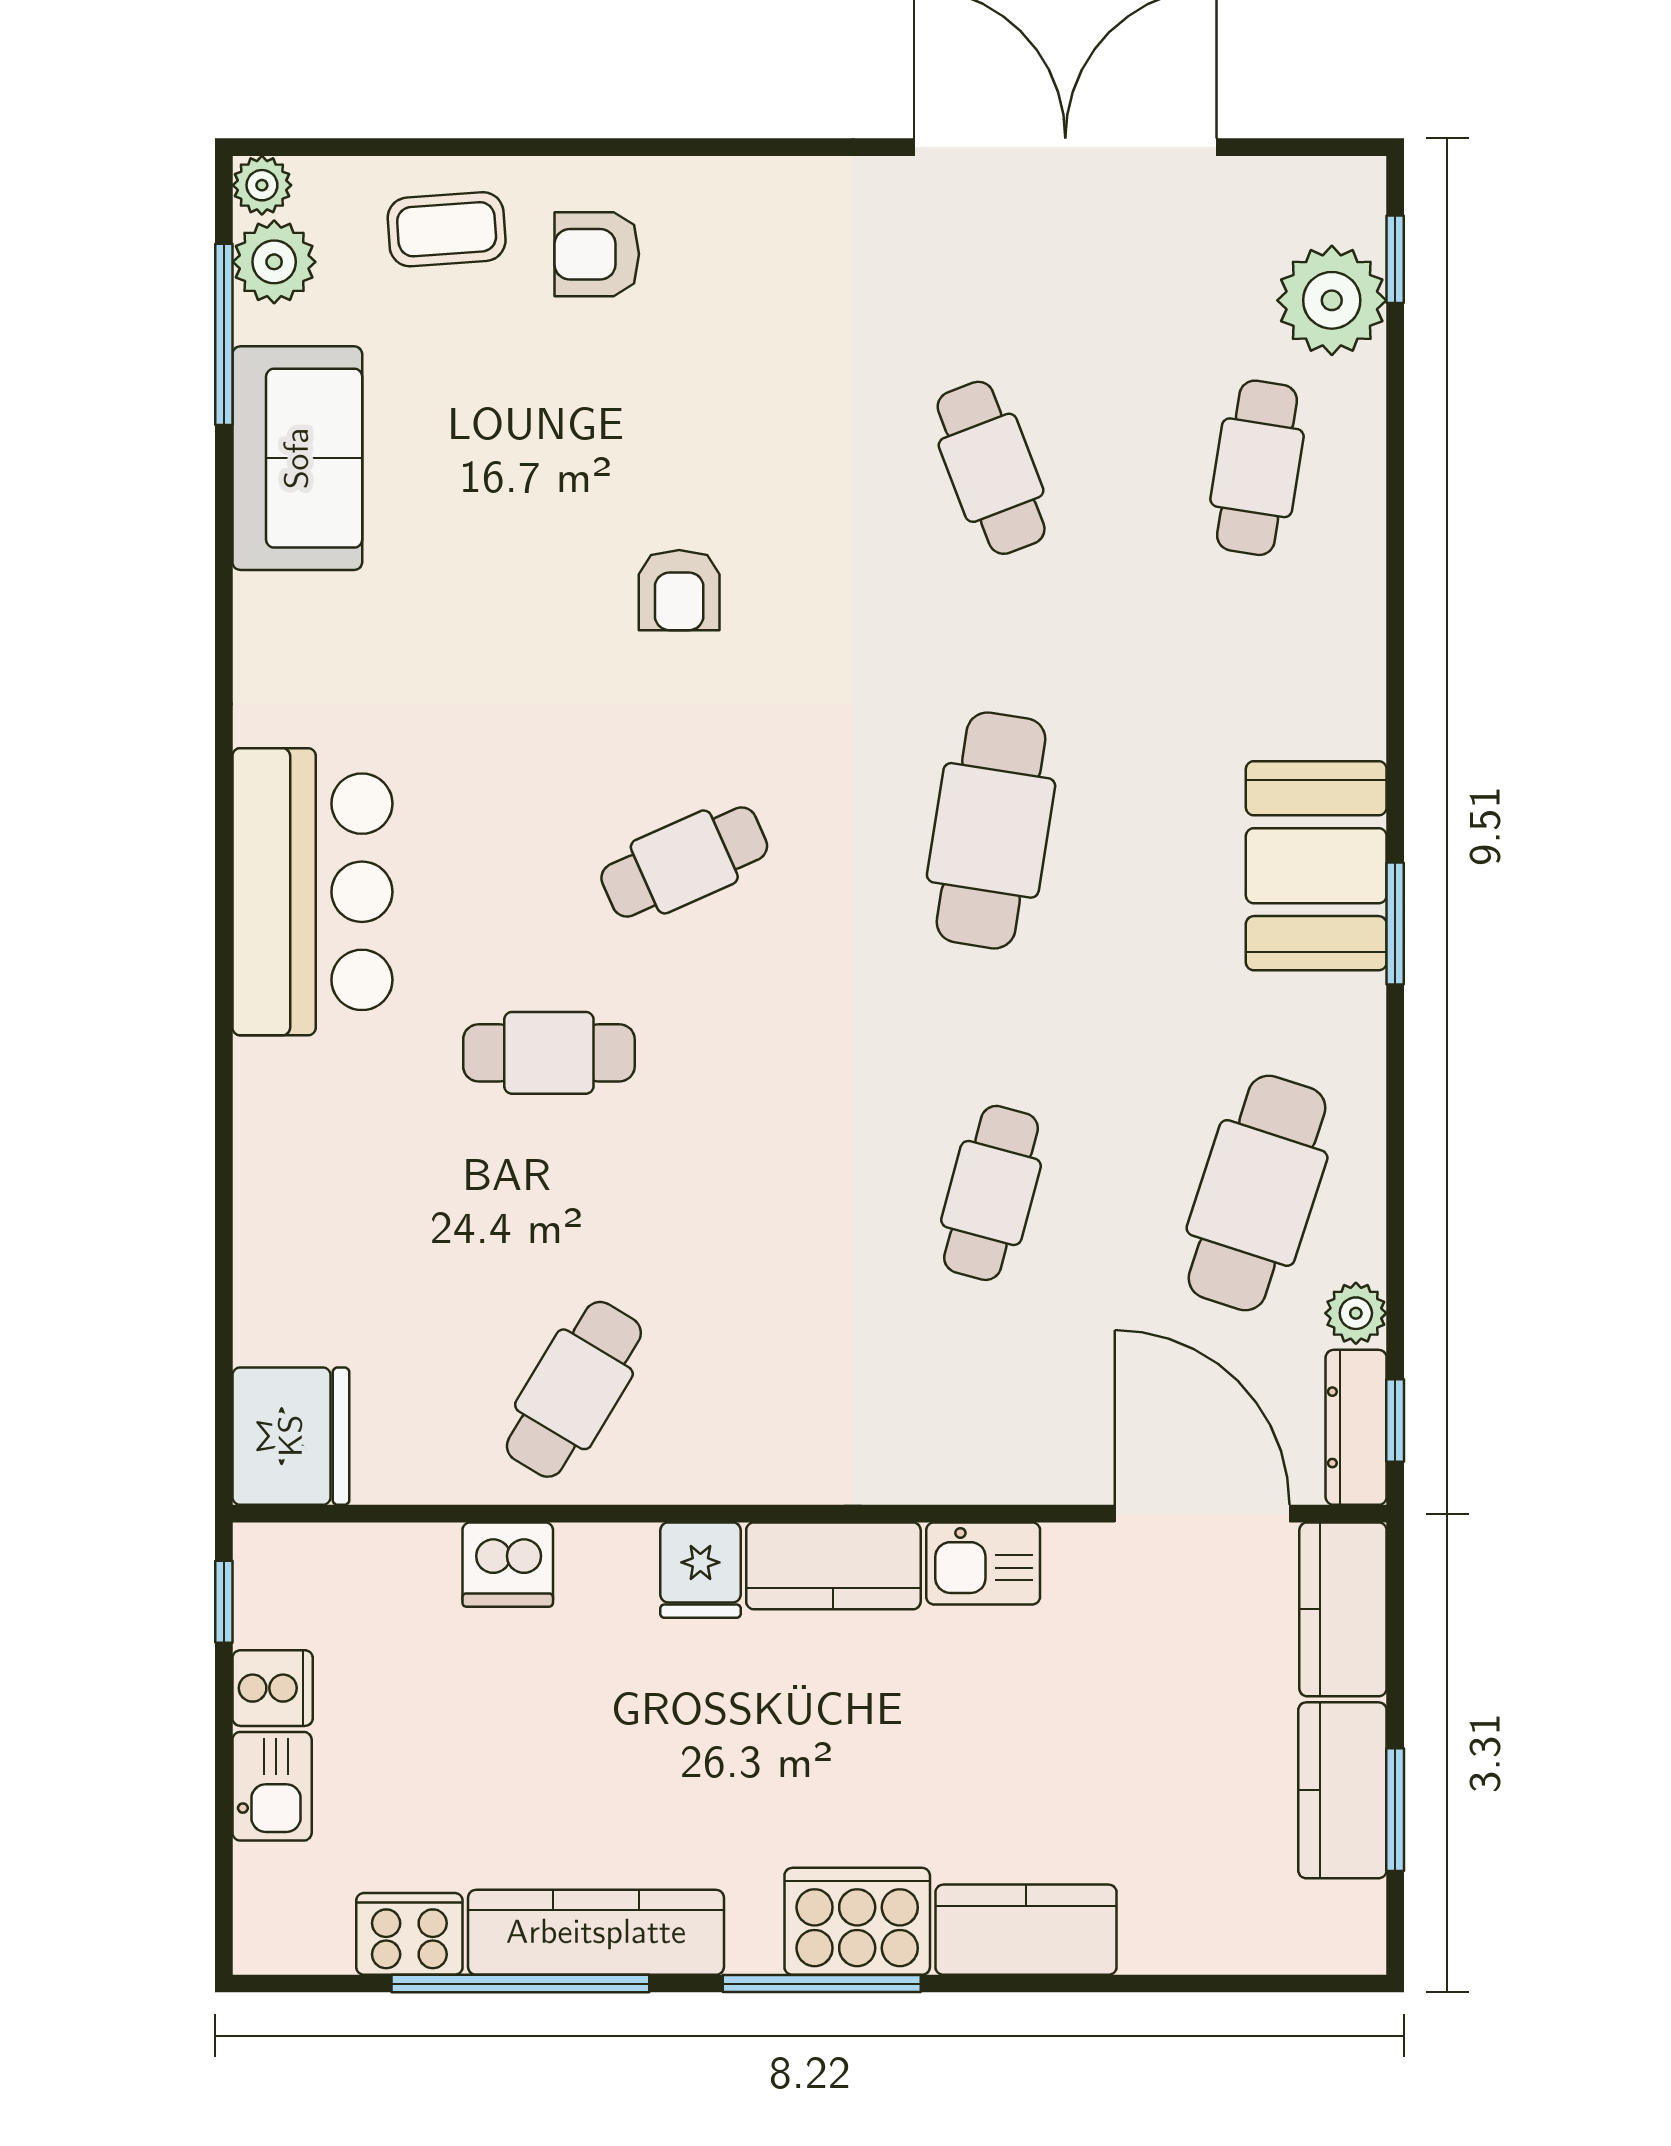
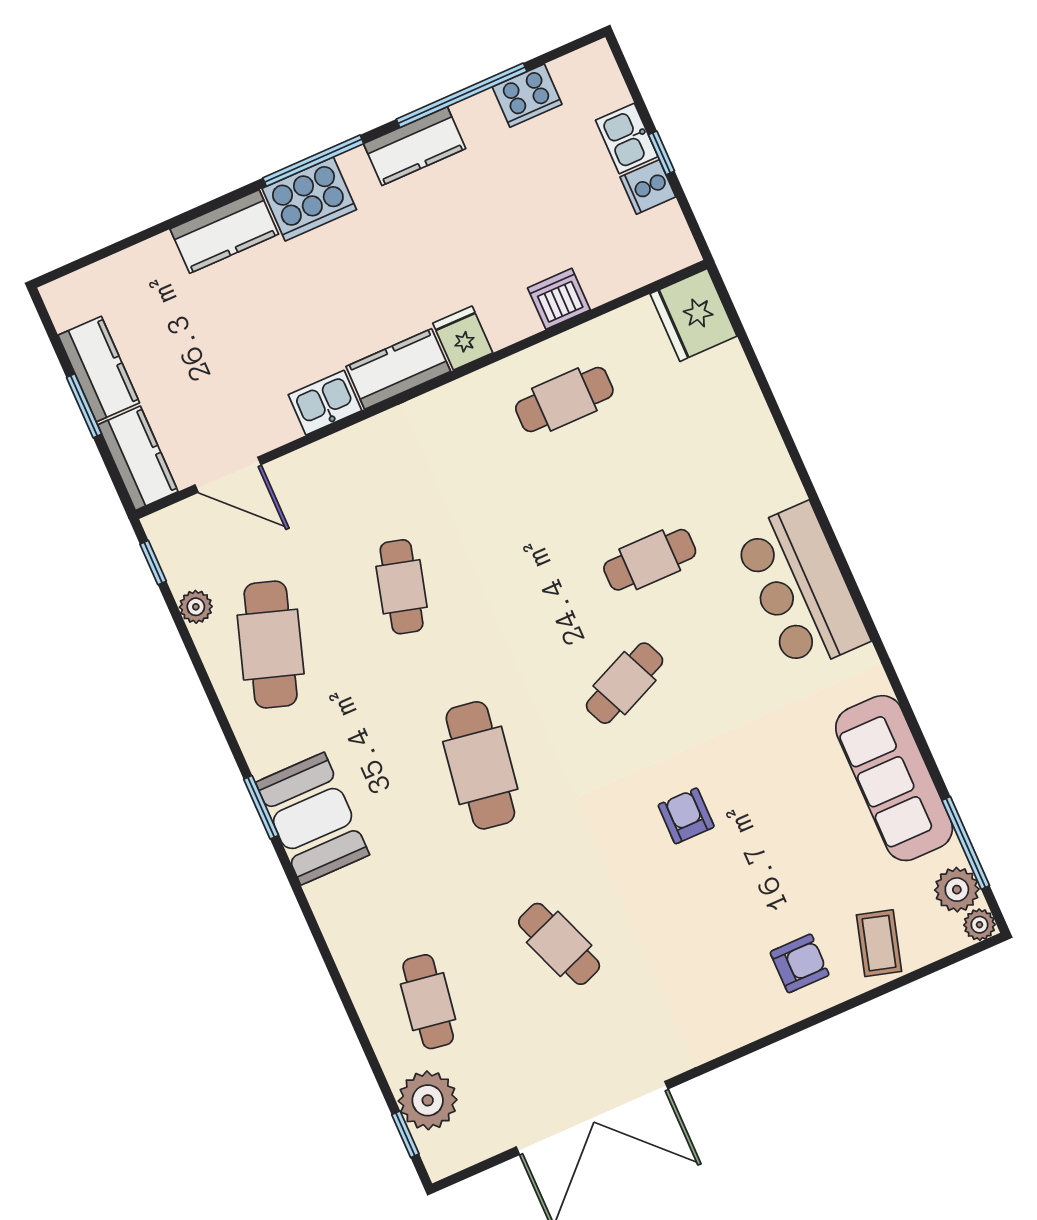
coffee table: (447, 229) -> (879, 943), turned -70
sofa: (297, 458) -> (894, 778), width x1.36
cafe table: (574, 1389) -> (564, 399), turned 59
dresser: (1356, 1427) -> (171, 551), removed
door: (1202, 1514) -> (228, 475), width x0.73
window: (224, 1602) -> (661, 153), moved
window: (1395, 1810) -> (84, 406), moved
kitchen counter: (596, 1932) -> (415, 146), width x0.67

